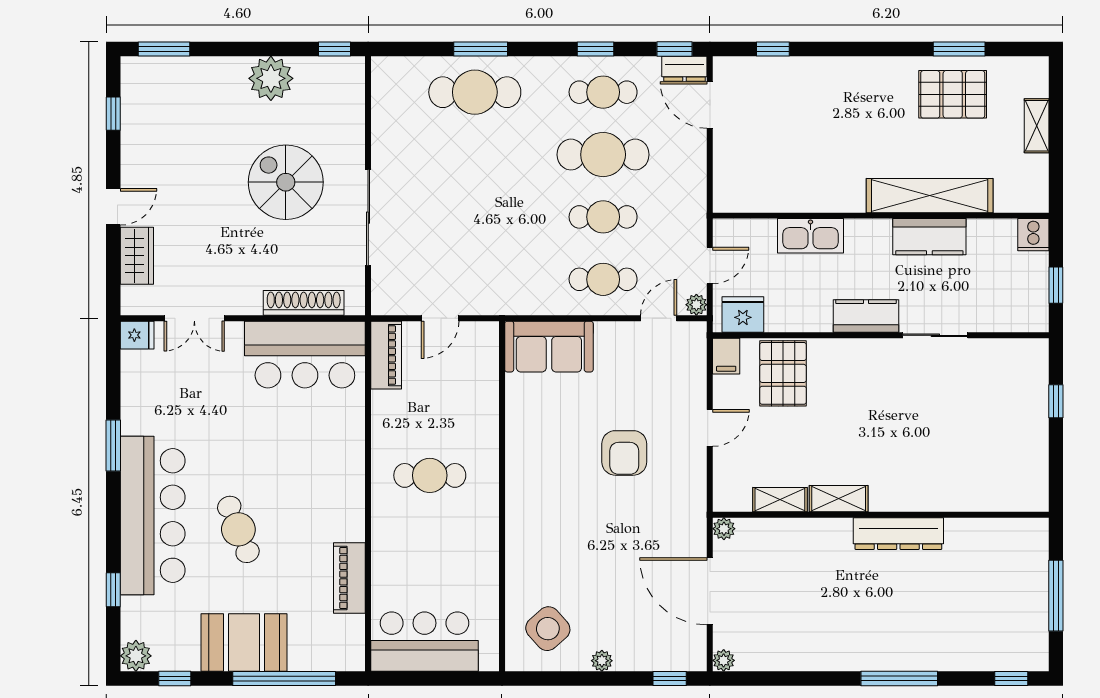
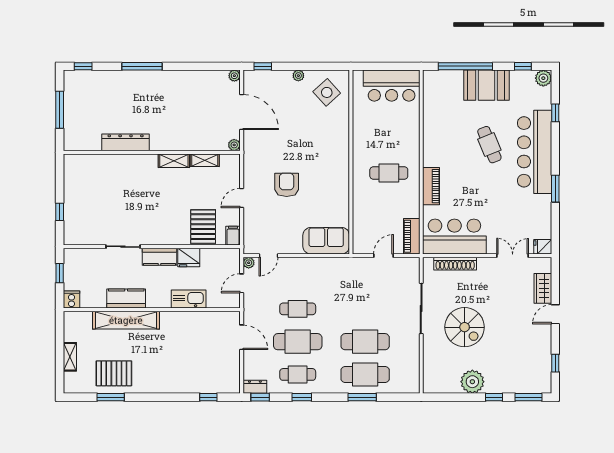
window: (334, 49) -> (494, 397), moved
door: (710, 105) -> (242, 337), moved
cafe table: (603, 279) -> (365, 342), moved, width x1.37, depth x1.35
fridge: (743, 315) -> (189, 258), moved
dresser: (898, 534) -> (126, 142), moved
piano: (349, 578) -> (431, 186), moved

